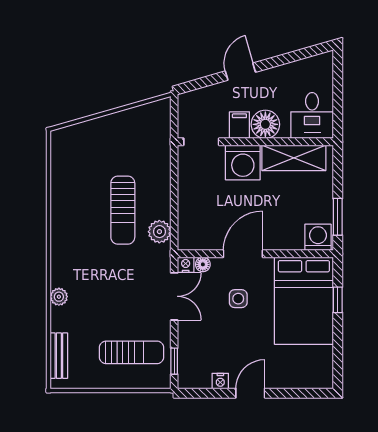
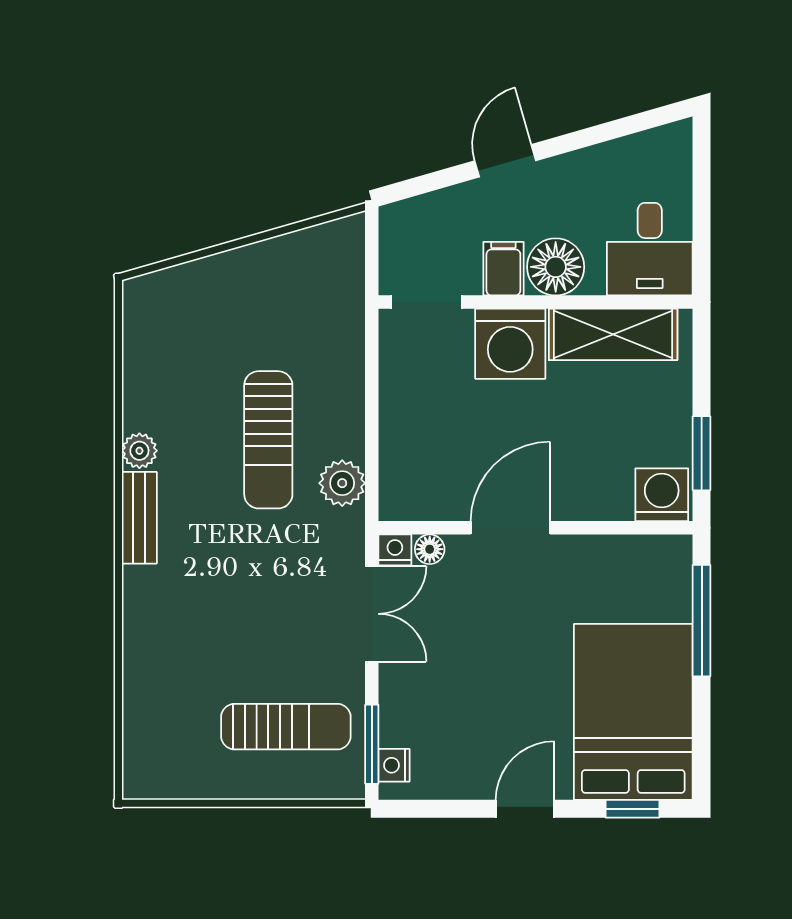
plant: (59, 297) -> (139, 451), moved
side table: (238, 299) -> (501, 618), removed
window: (338, 300) -> (702, 621), width x2.17
bed: (304, 301) -> (633, 712), moved, turned 180
bench: (59, 356) -> (139, 518), moved
window: (174, 361) -> (372, 744), width x1.50
nightstand: (220, 381) -> (394, 765), moved, turned 90
window: (304, 393) -> (633, 809), added

